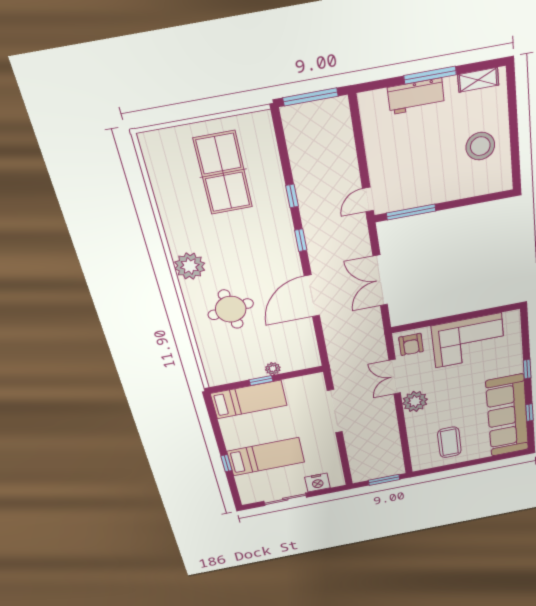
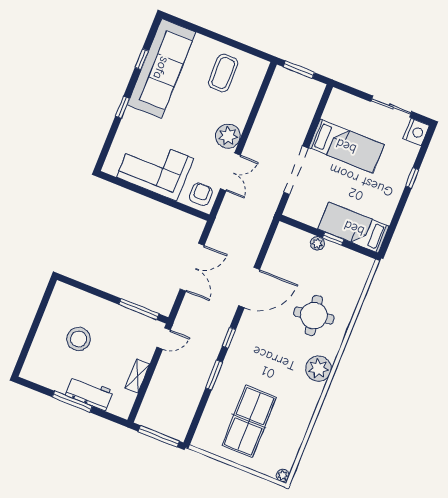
shelving: (478, 80) -> (137, 376), moved, turned 90
plant: (146, 139) -> (283, 475), added
stool: (480, 146) -> (79, 339), moved
window: (292, 196) -> (214, 375), width x1.50
bed: (266, 457) -> (346, 146), moved, turned 180
nightstand: (317, 482) -> (416, 132), moved, turned 90

